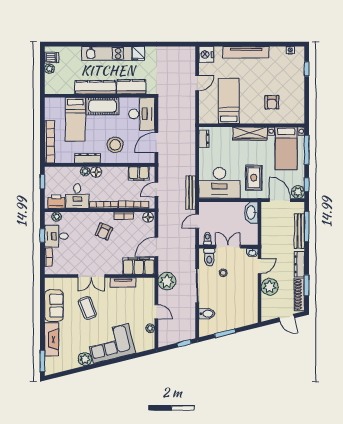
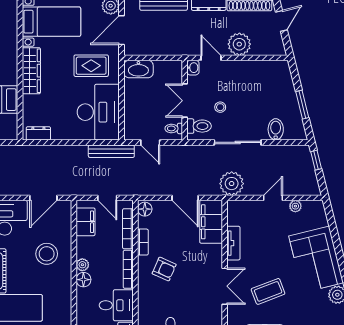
door: (156, 142) -> (43, 198), hinge flipped
dresser: (88, 158) -> (65, 291), removed
plant: (85, 171) -> (82, 265), moved

